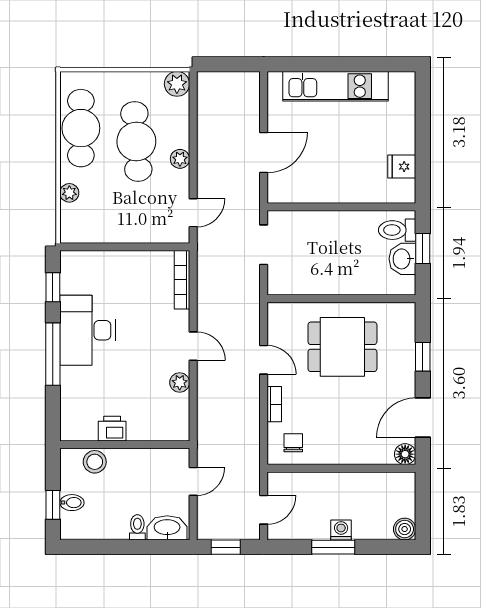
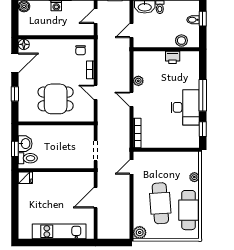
plant: (180, 159) -> (138, 194), removed
fridge: (402, 167) -> (25, 178), moved

